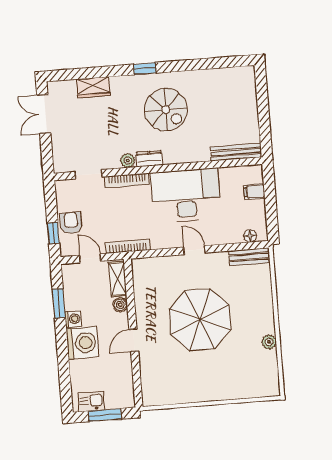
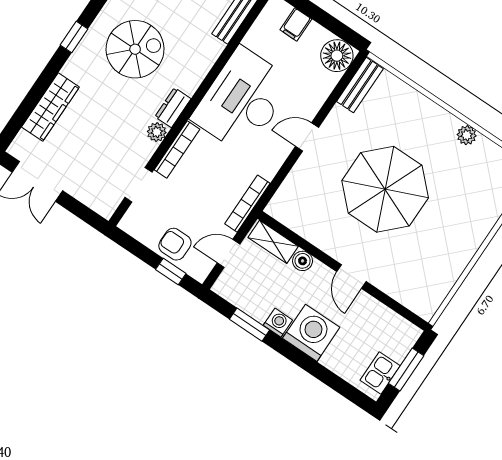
wardrobe: (93, 87) -> (50, 107), width x1.50
floor lamp: (250, 236) -> (337, 56), width x1.89, depth x1.89

